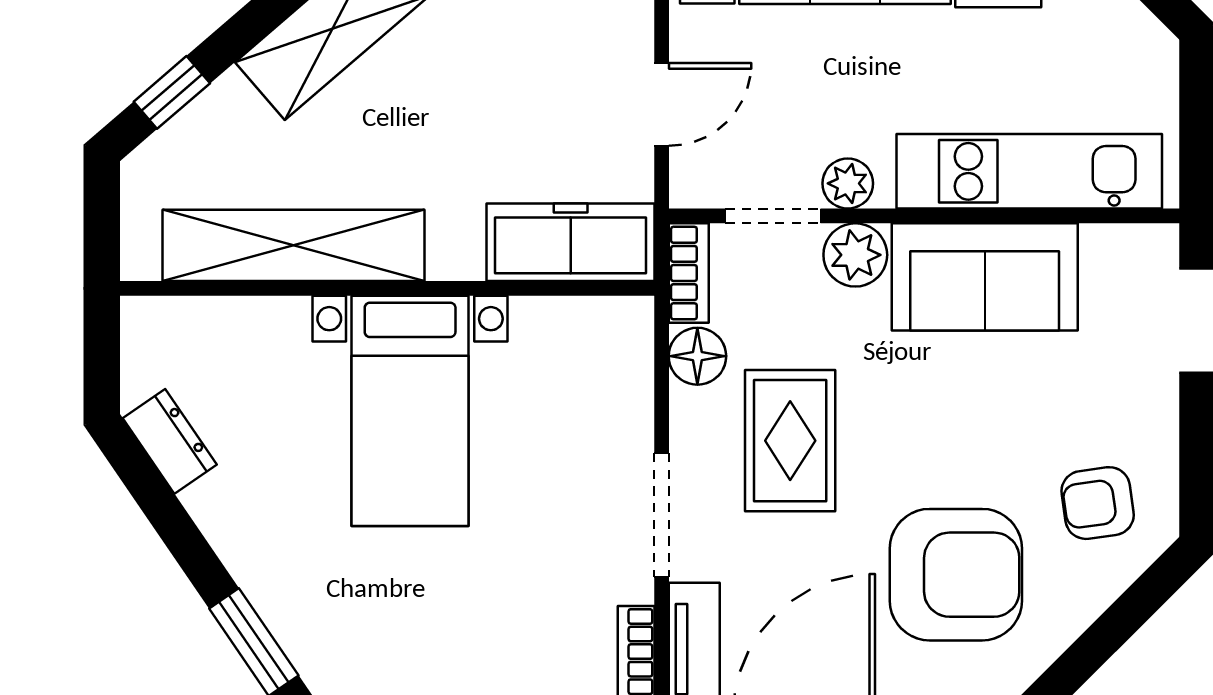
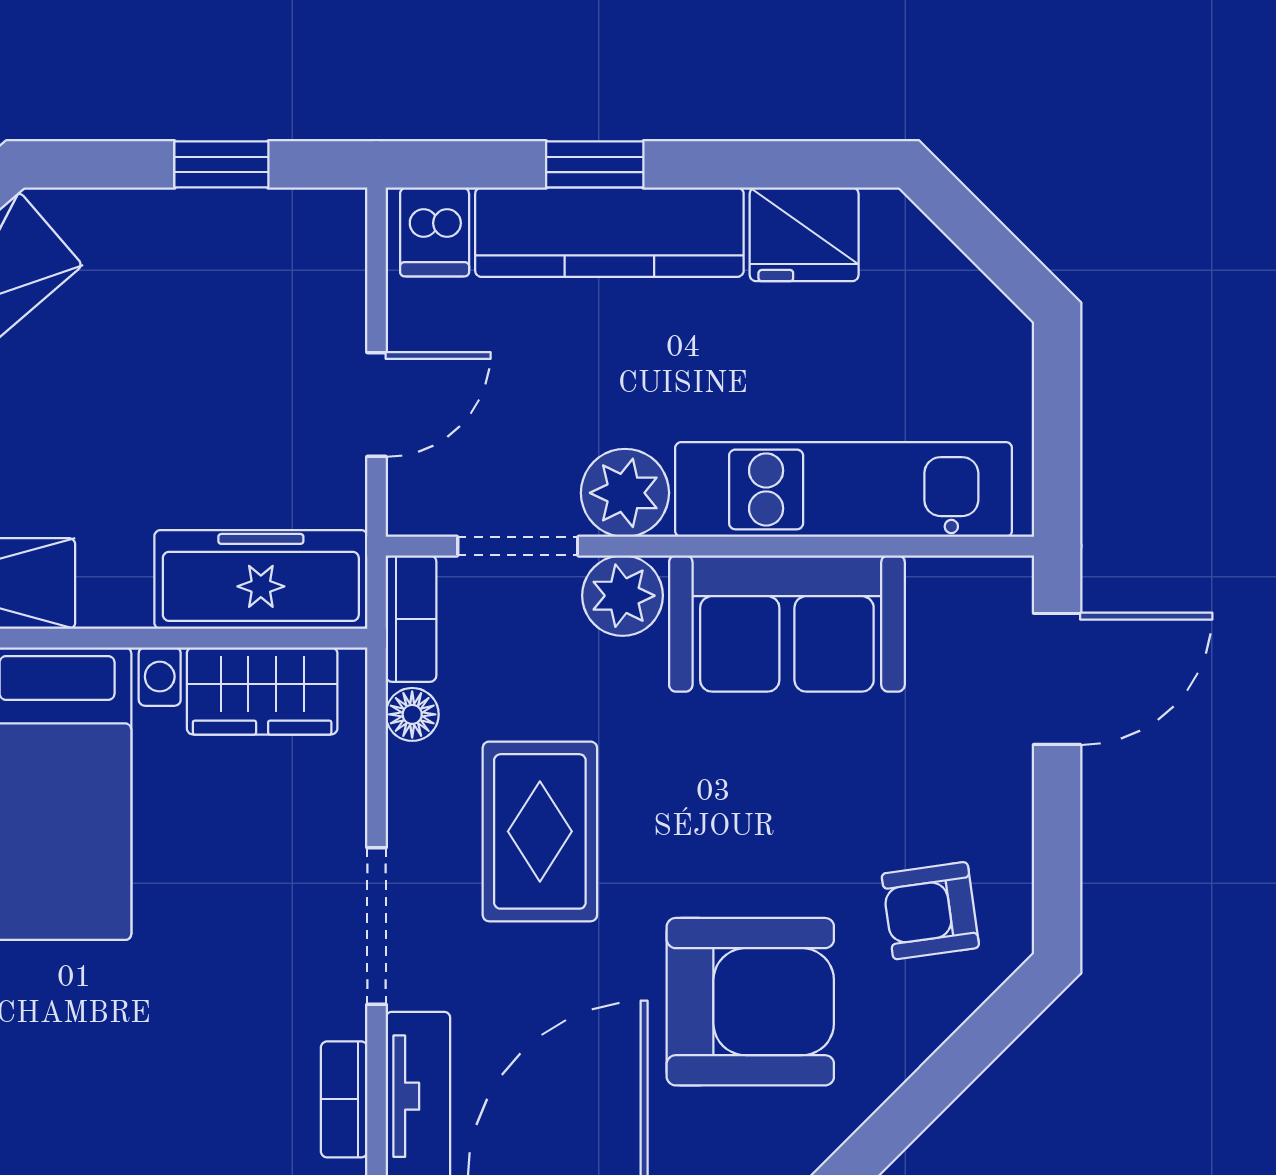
plant: (848, 183) -> (625, 493), width x1.38, depth x1.38
wardrobe: (571, 330) -> (262, 691), added
floor lamp: (697, 356) -> (412, 714), width x0.73, depth x0.73

